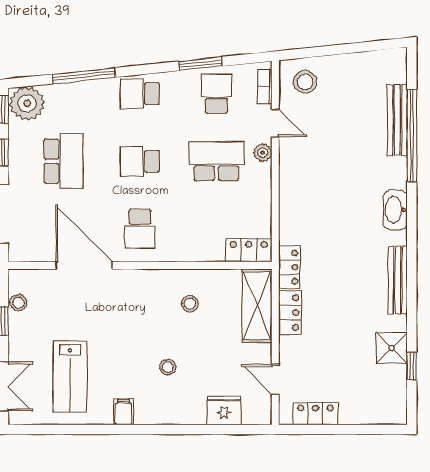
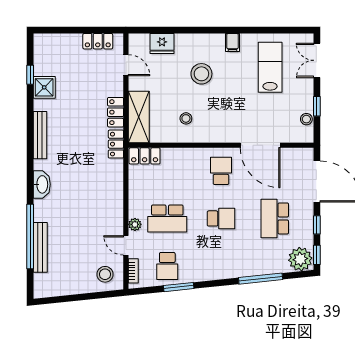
school desk: (140, 94) -> (221, 266), removed
stool: (168, 367) -> (201, 74), width x1.89, depth x1.89

